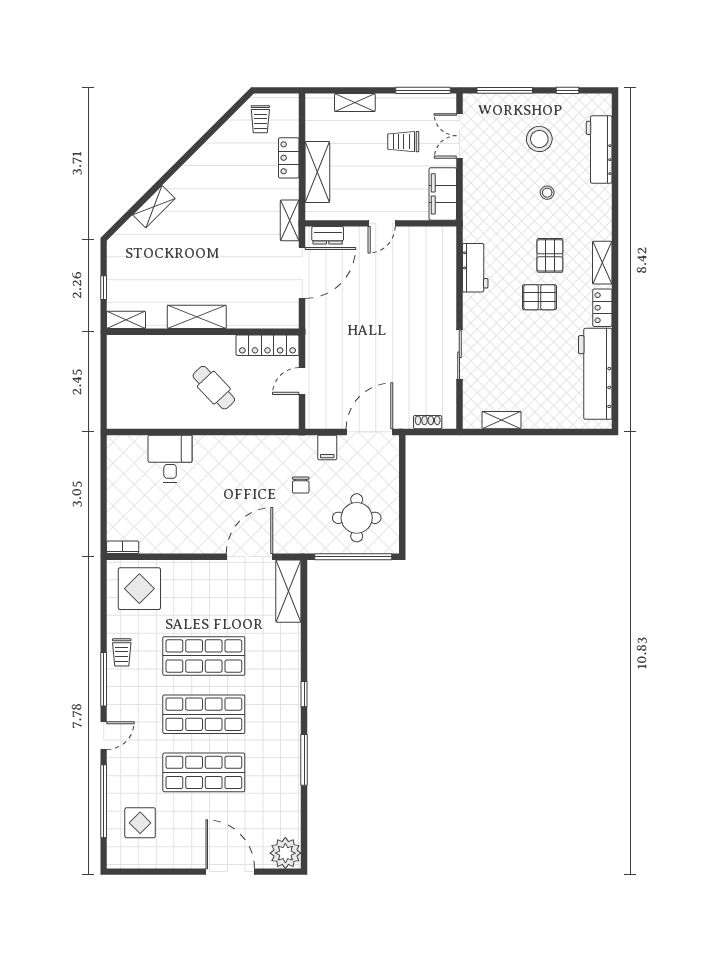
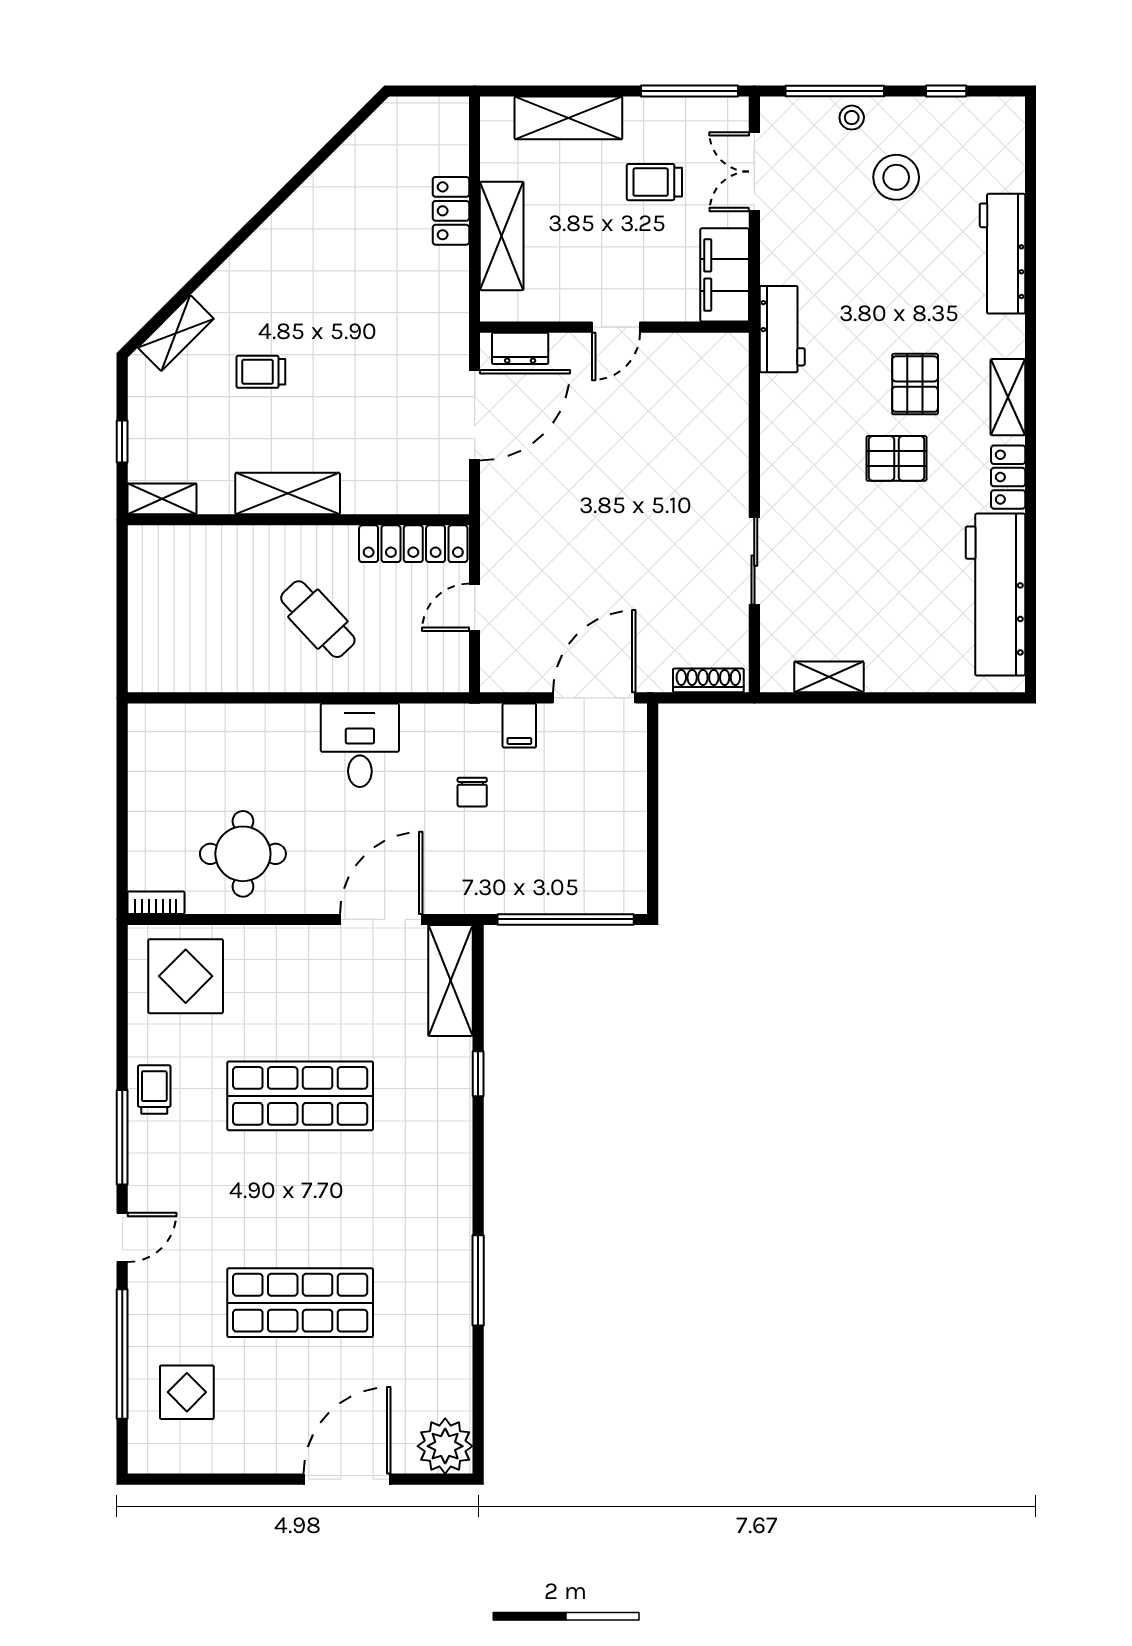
shelving: (355, 103) -> (568, 118), width x1.50, depth x1.33
trolley: (260, 119) -> (261, 372), moved, turned 90
workbench: (599, 149) -> (1003, 254), moved
stool: (547, 193) -> (852, 118), moved
shelving: (154, 207) -> (176, 333), moved
shelving: (290, 220) -> (453, 322), removed
workbench: (475, 268) -> (782, 329), moved
shoe rack: (428, 422) -> (708, 680), width x1.43
desk: (170, 459) -> (360, 745), moved
round table: (357, 518) -> (243, 854), moved
trolley: (122, 652) -> (154, 1089), turned 180
window: (304, 694) -> (478, 1074), moved
shop shelf: (204, 714) -> (300, 1199), removed
door: (230, 872) -> (347, 1479), hinge flipped

